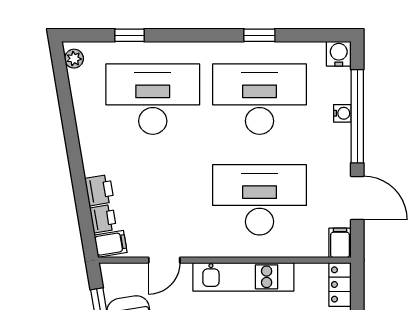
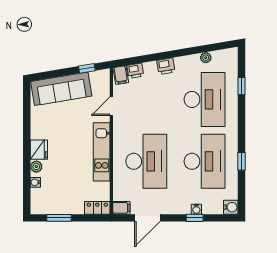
plant: (74, 59) -> (206, 58), moved
window: (357, 116) -> (195, 218), width x0.32
printer: (99, 190) -> (166, 66), moved
door: (164, 260) -> (111, 106), hinge flipped

